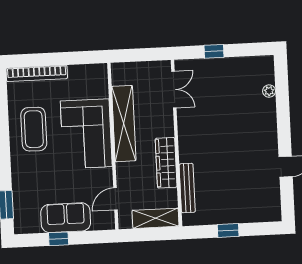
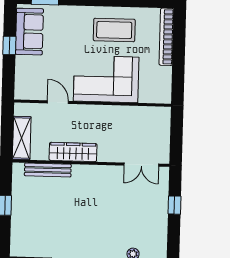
shelving: (124, 124) -> (113, 115), removed
door: (115, 199) -> (58, 102), moved
sofa: (66, 218) -> (29, 32), moved

